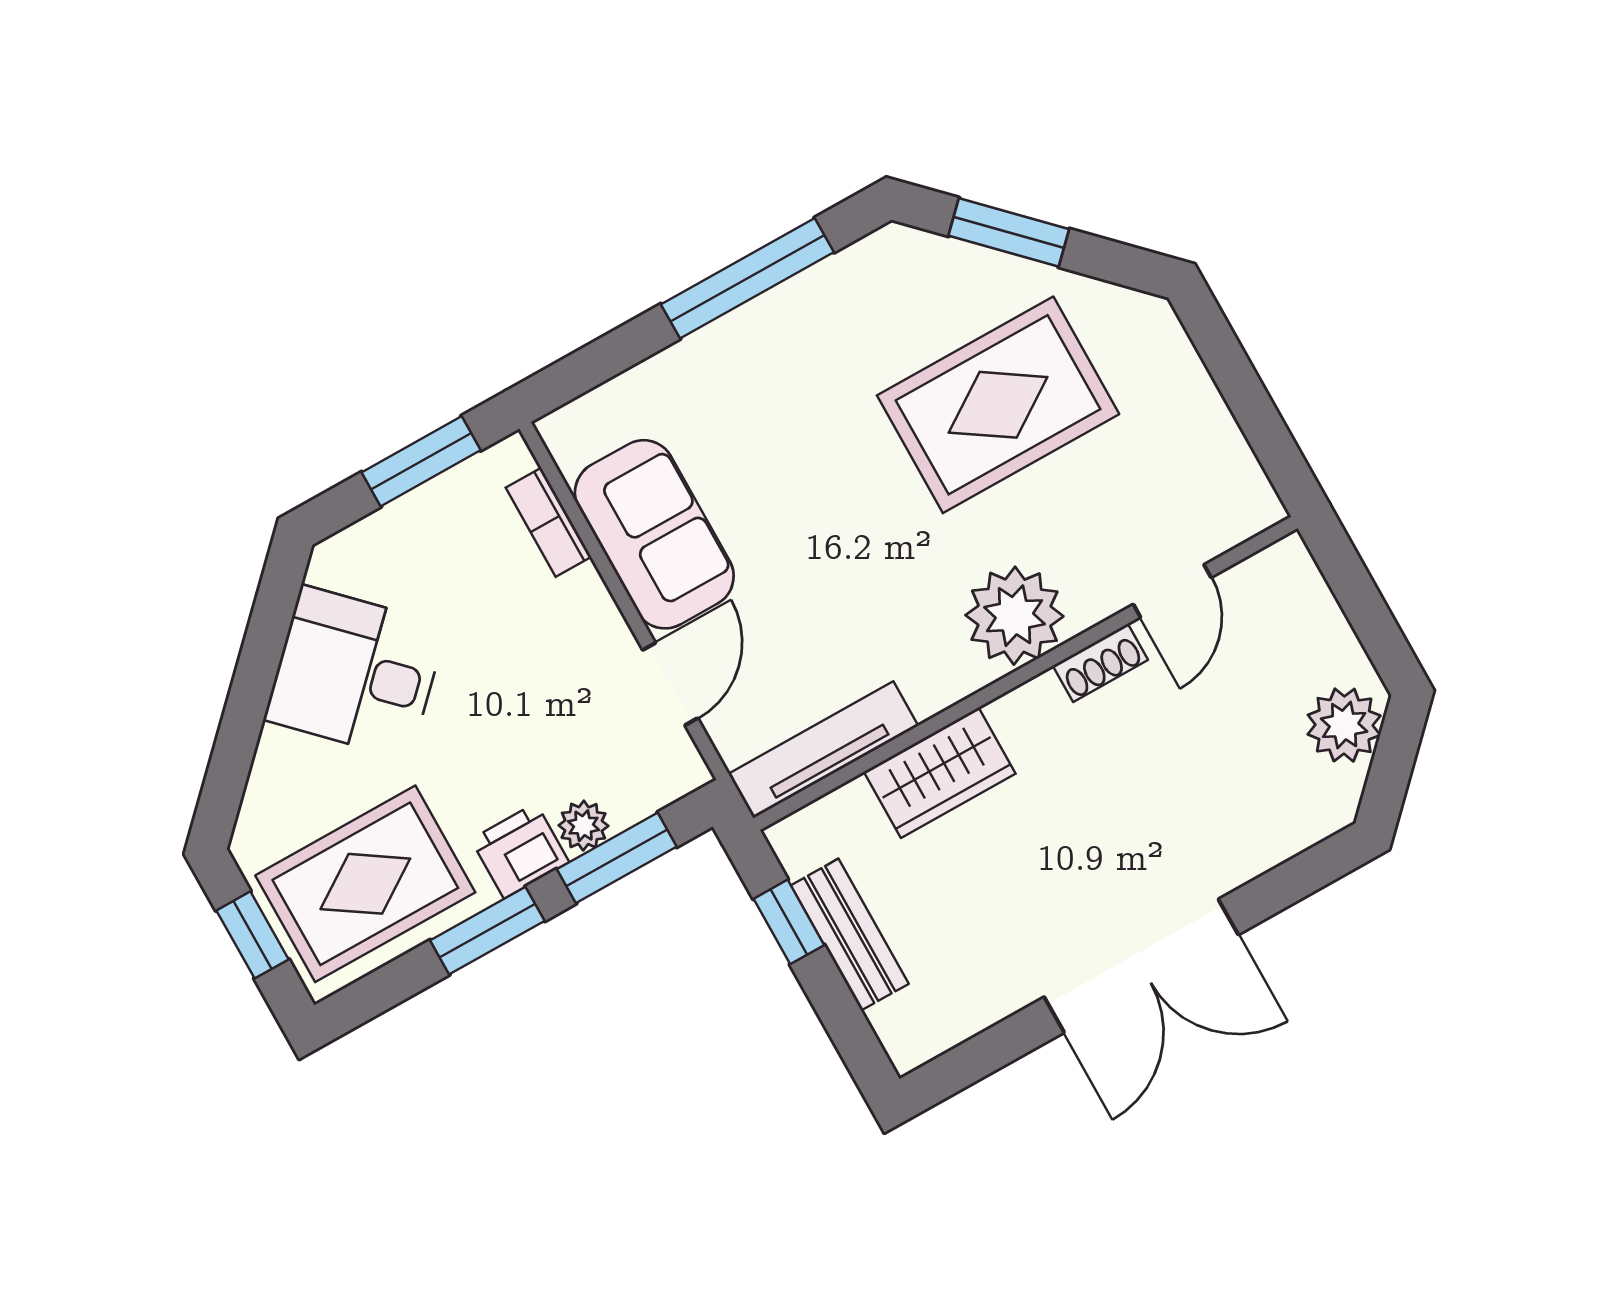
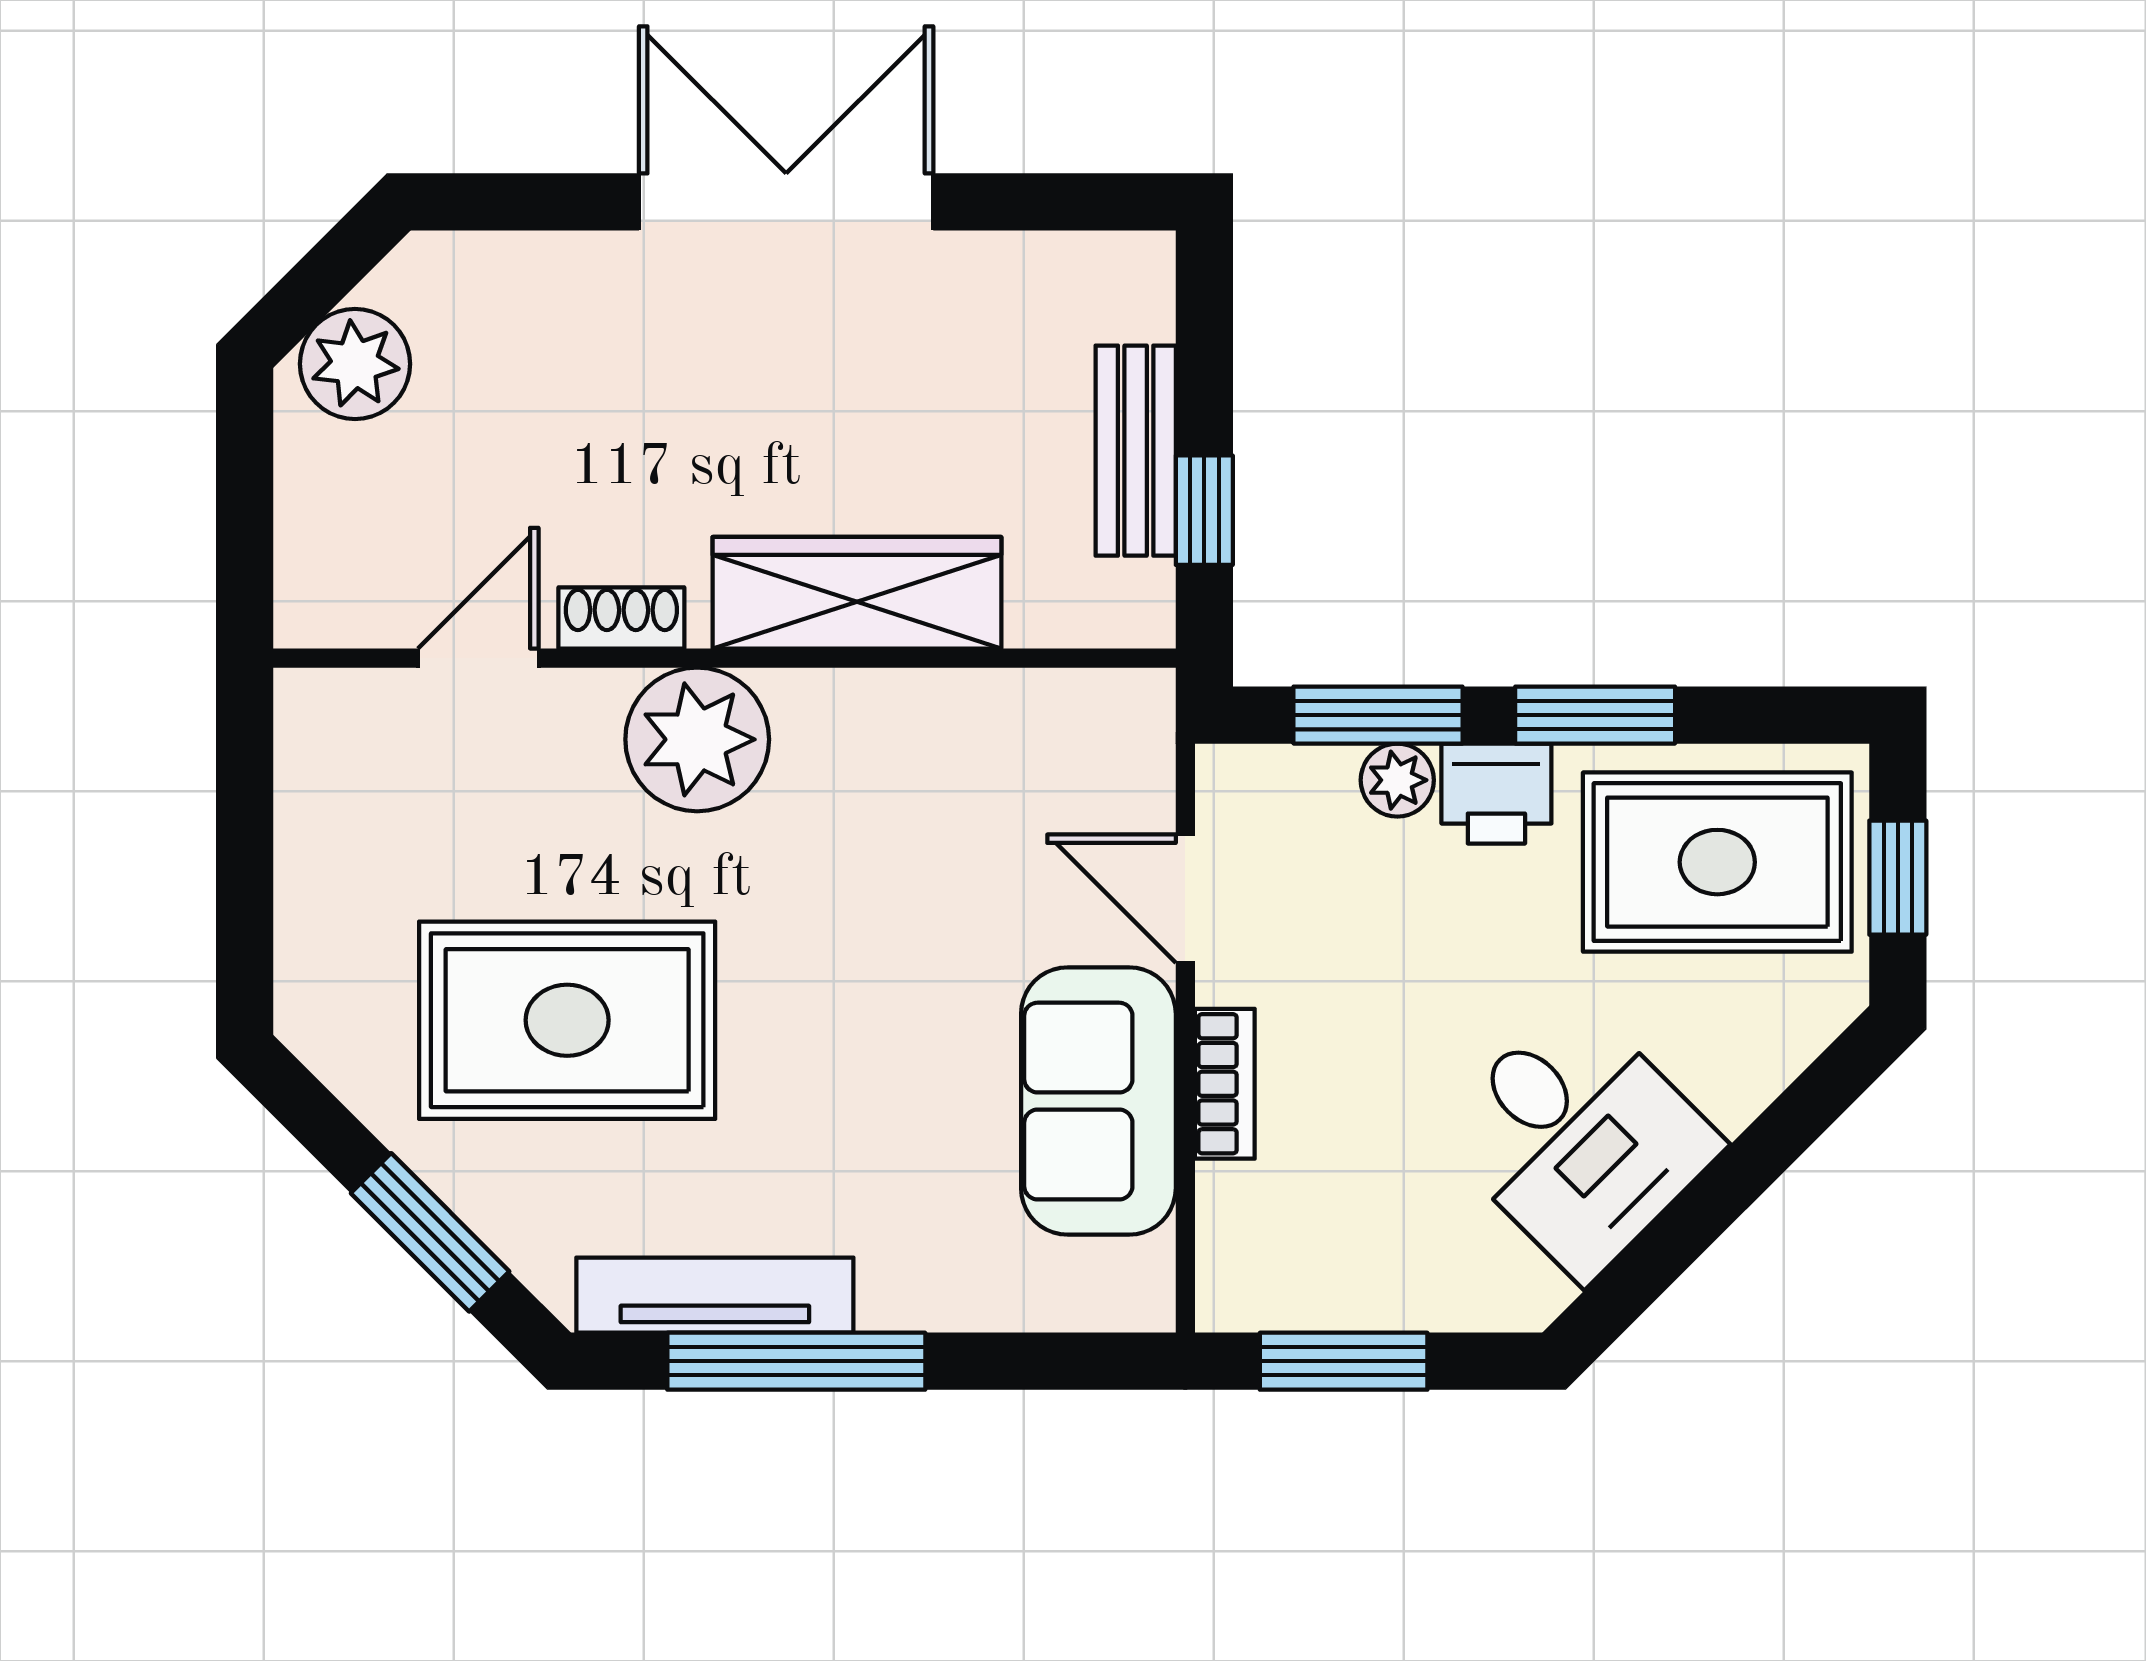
bookcase: (548, 522) -> (1225, 1084), moved
door: (670, 684) -> (1185, 899), hinge flipped
tv unit: (823, 750) -> (715, 1295), moved, turned 180
wardrobe: (940, 773) -> (857, 593), width x1.50

